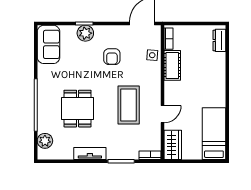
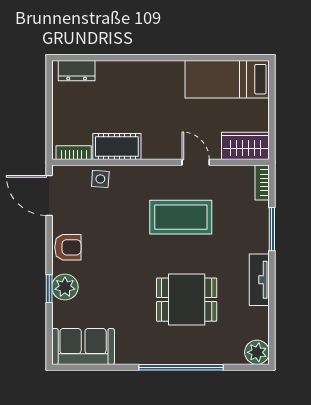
armchair: (112, 57) -> (68, 247), moved
plant: (45, 141) -> (257, 352), moved

